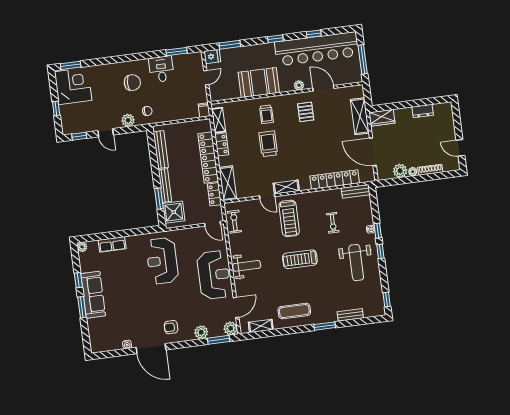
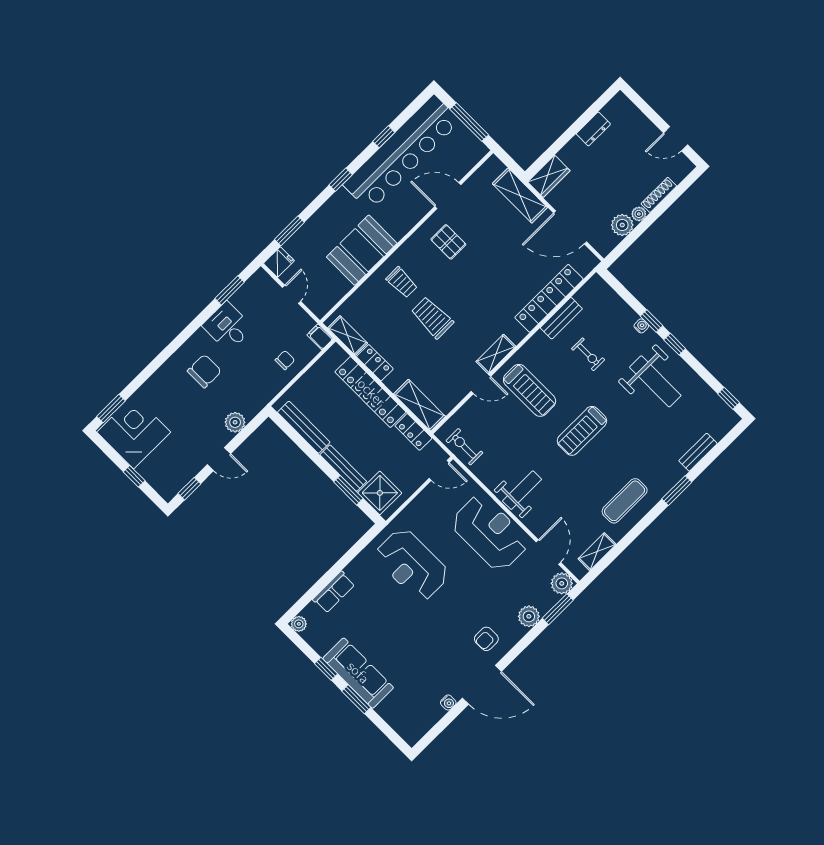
plant: (299, 85) -> (414, 215), removed
chair: (147, 111) -> (285, 360), moved
bench: (356, 191) -> (561, 318), moved

